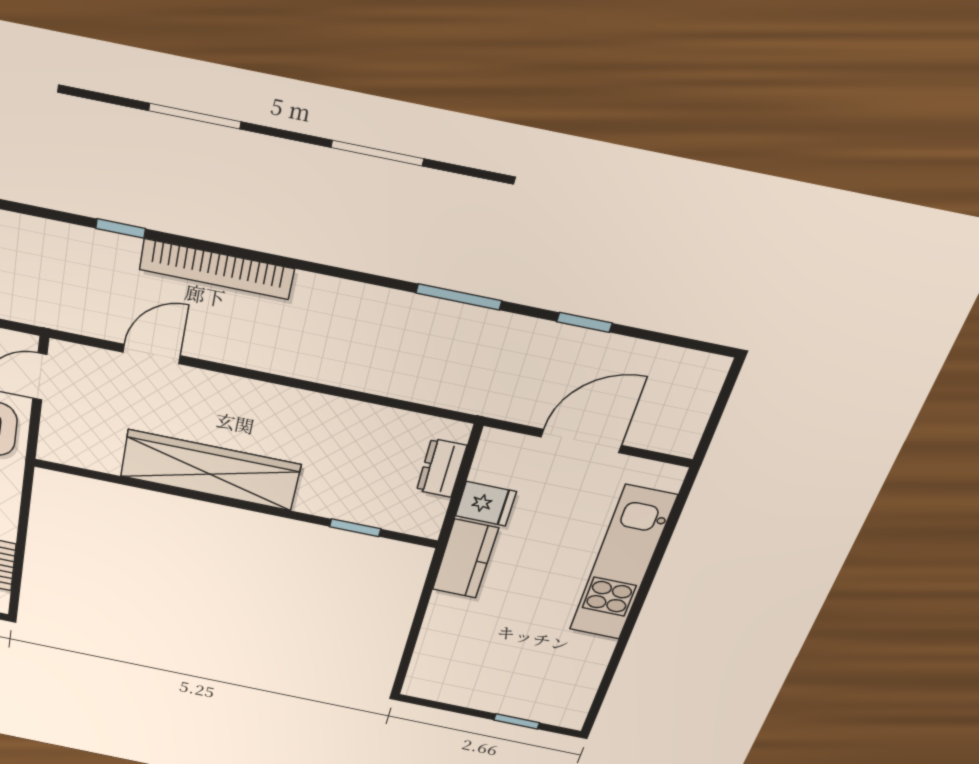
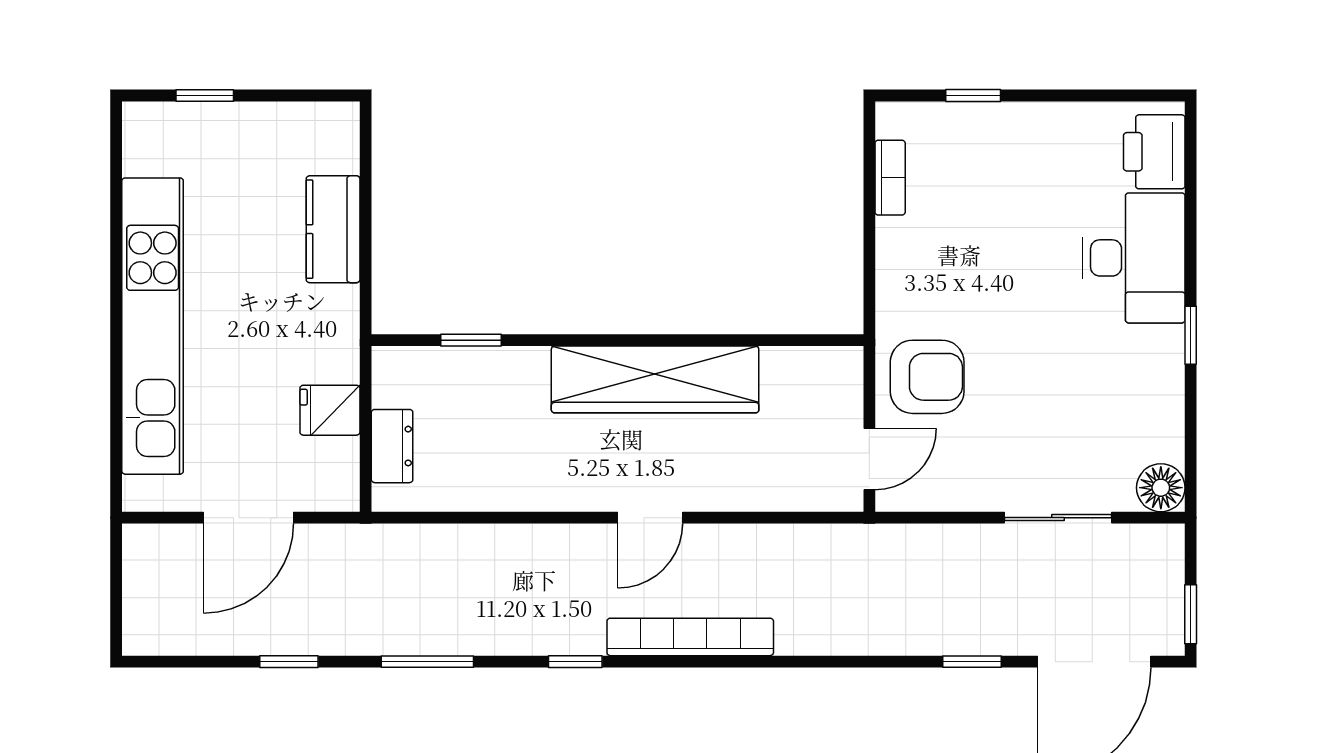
window: (121, 228) -> (575, 662), moved
door: (152, 354) -> (650, 518), moved
kitchen counter: (465, 559) -> (333, 229), moved
kitchen unit: (622, 564) -> (153, 326), width x1.36

